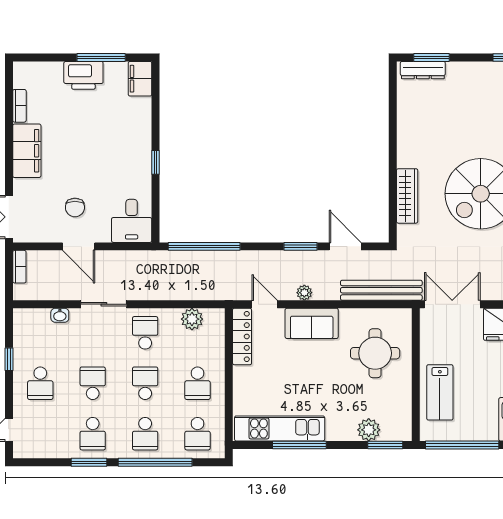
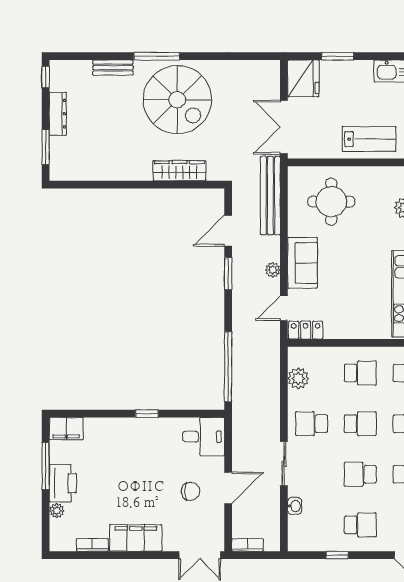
plant: (55, 69) -> (57, 511), added
dresser: (423, 70) -> (58, 114), moved
locker: (242, 336) -> (306, 330), width x0.66
school desk: (145, 383) -> (360, 424), turned 180

